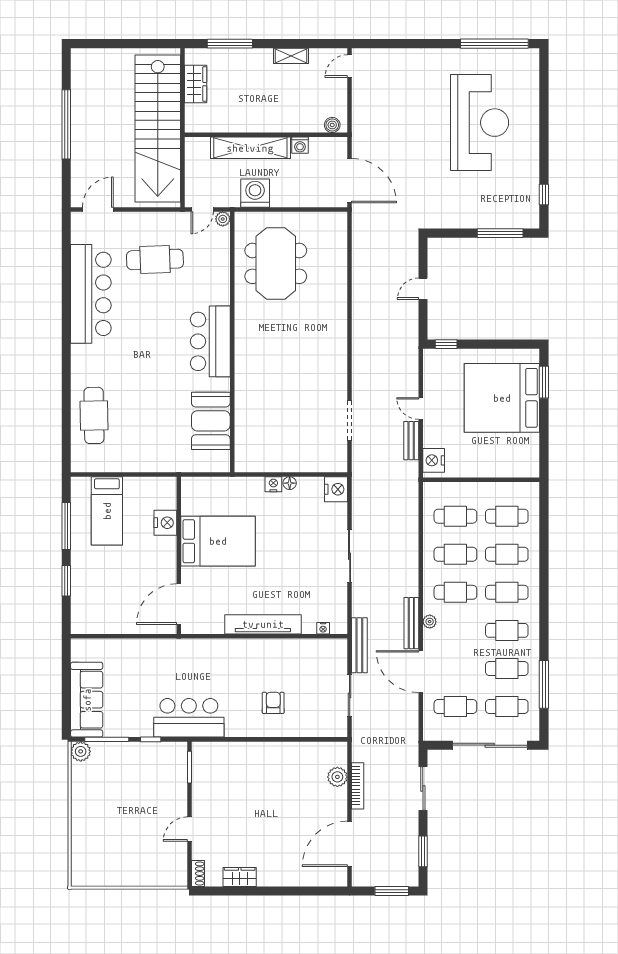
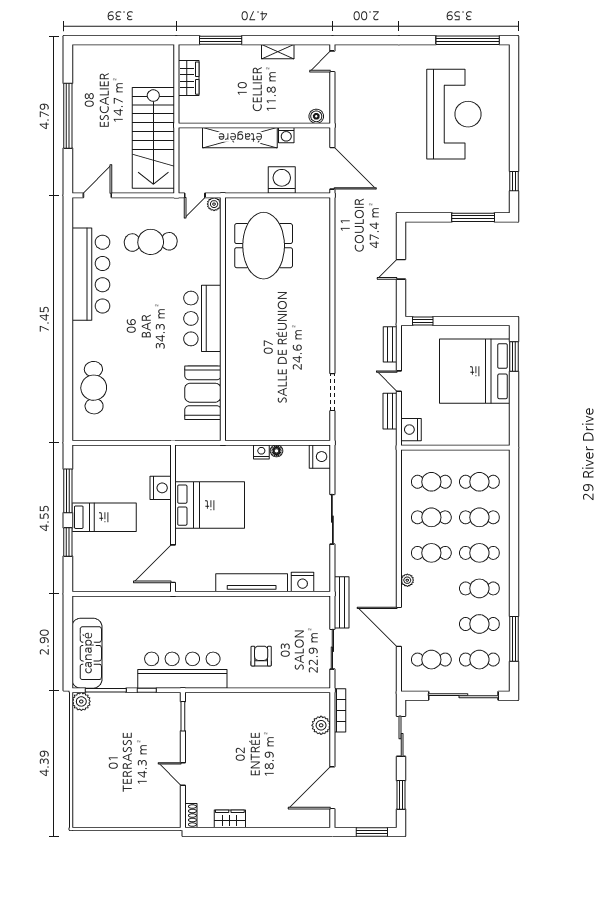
stairs: (158, 129) -> (153, 138), width x0.73
washing machine: (255, 193) -> (282, 180), moved
bed: (107, 511) -> (104, 517), moved, turned -90
bench: (411, 623) -> (390, 344), moved, width x0.73
nightstand: (323, 628) -> (303, 582), width x1.89, depth x1.79
bar counter: (189, 718) -> (182, 670), width x1.36
bookcase: (358, 786) -> (340, 710), moved
door: (189, 829) -> (183, 774), hinge flipped

